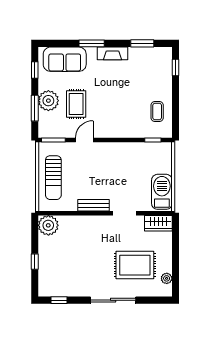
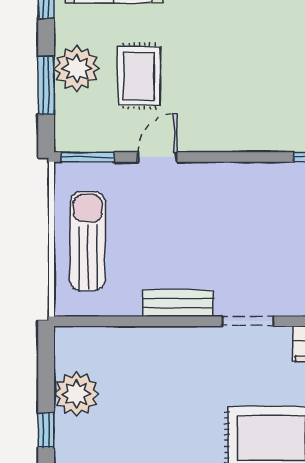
sun lounger: (53, 178) -> (88, 241), turned 180
plant: (48, 225) -> (76, 394), moved

